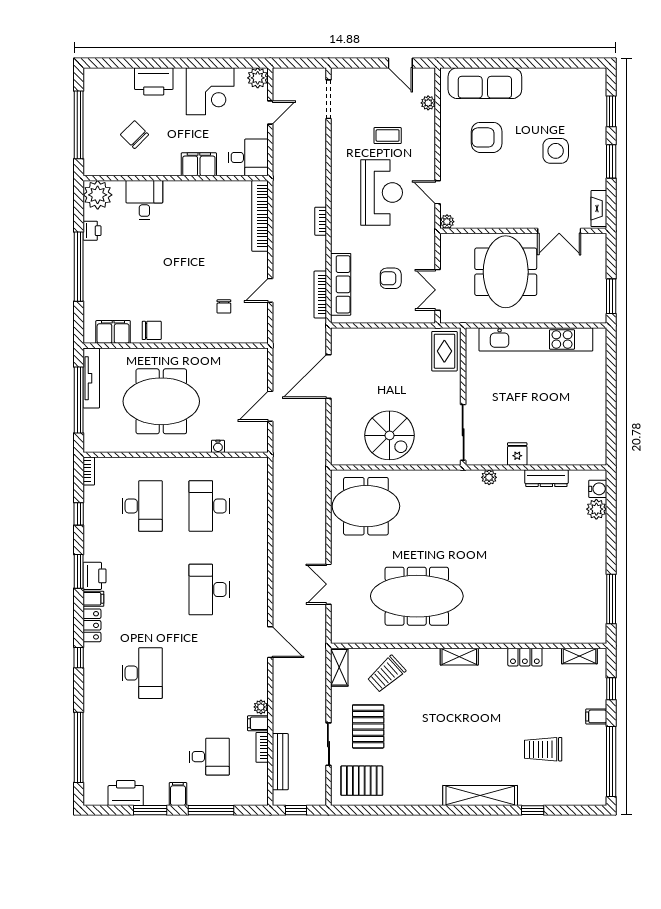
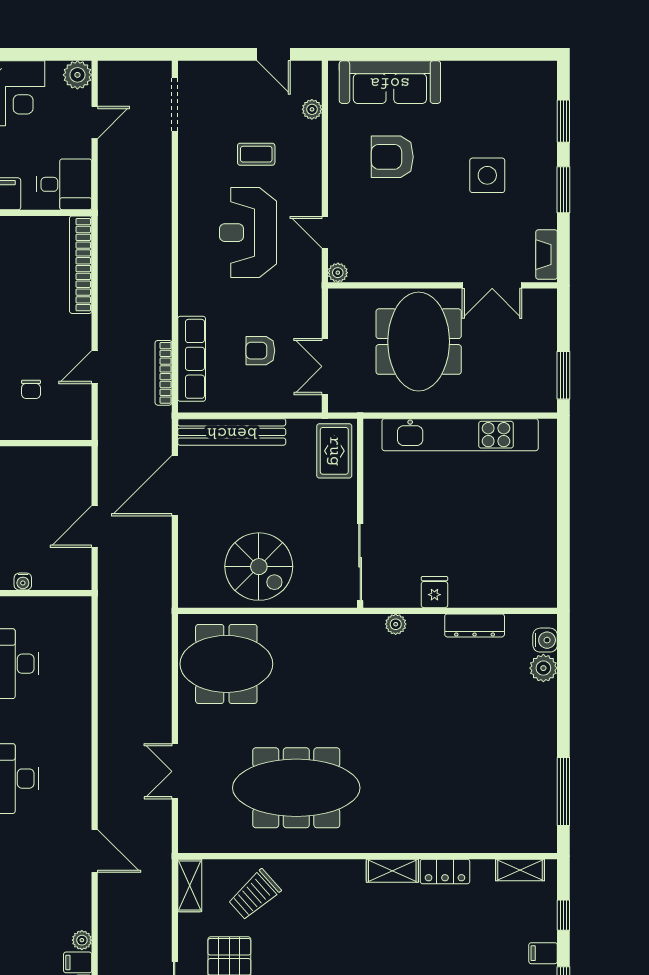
reception desk: (382, 193) -> (248, 233), turned 180
bookcase: (321, 221) -> (164, 272), removed
bench: (370, 337) -> (232, 432), added
shelving: (459, 657) -> (392, 871), moved

